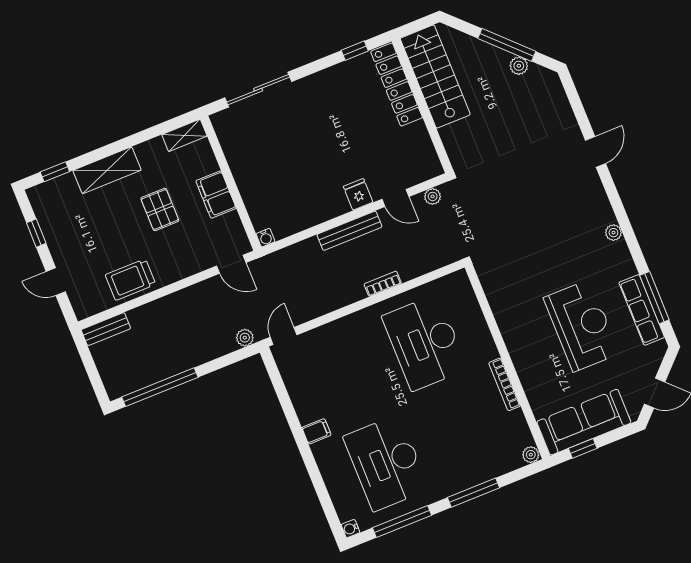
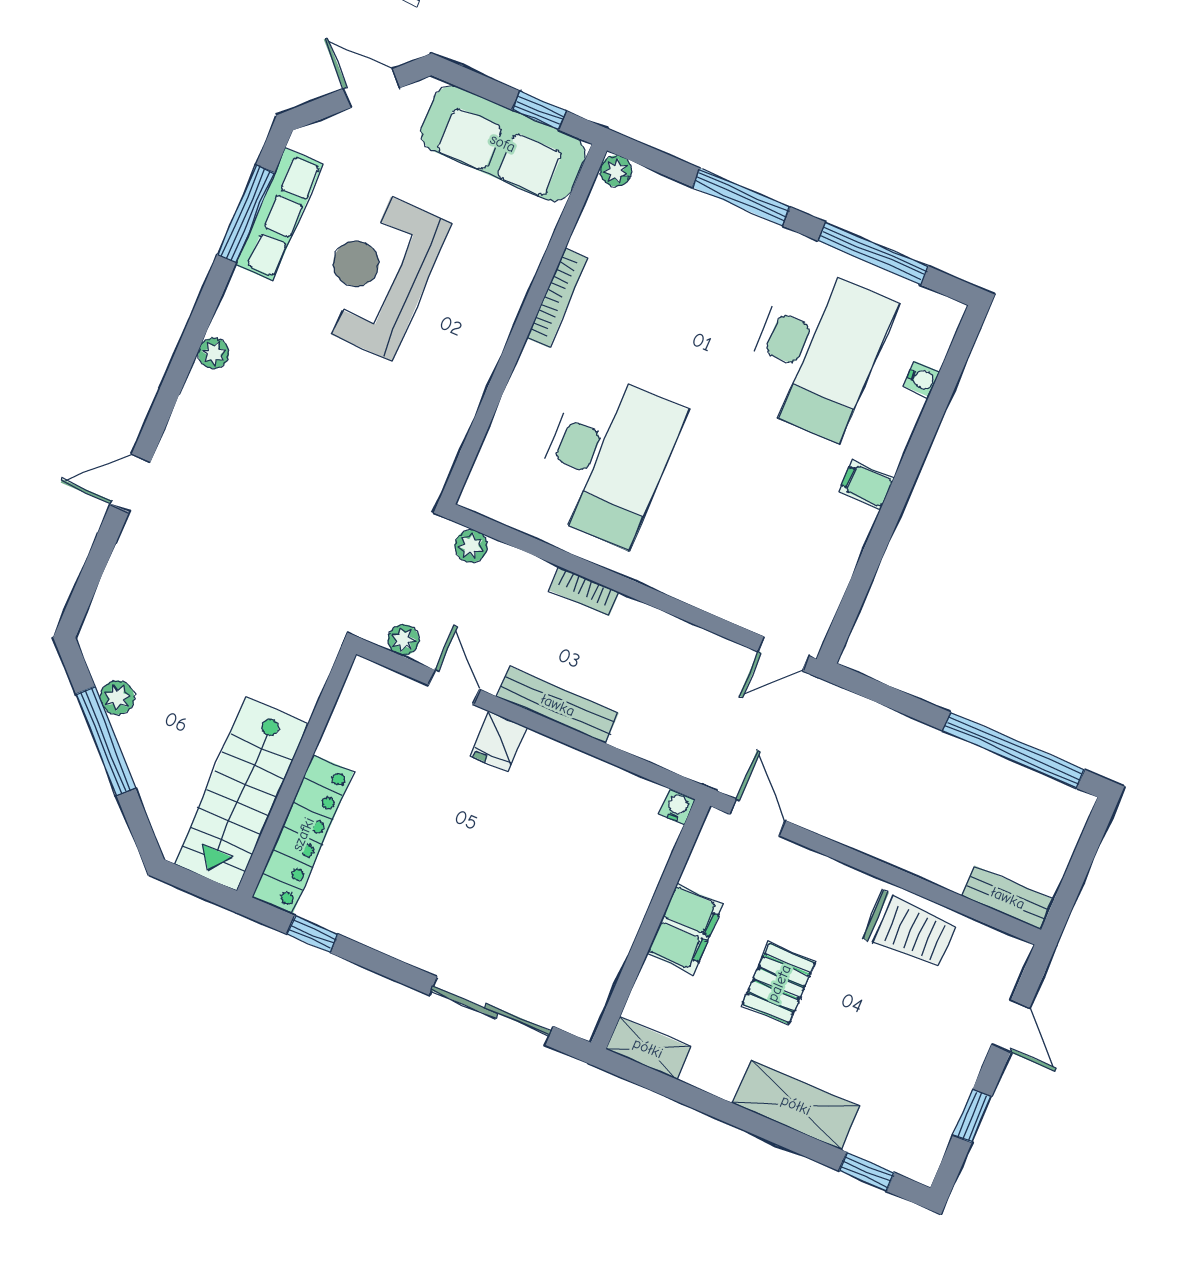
plant: (245, 338) -> (471, 546), moved
water cooler: (350, 529) -> (922, 379), moved

